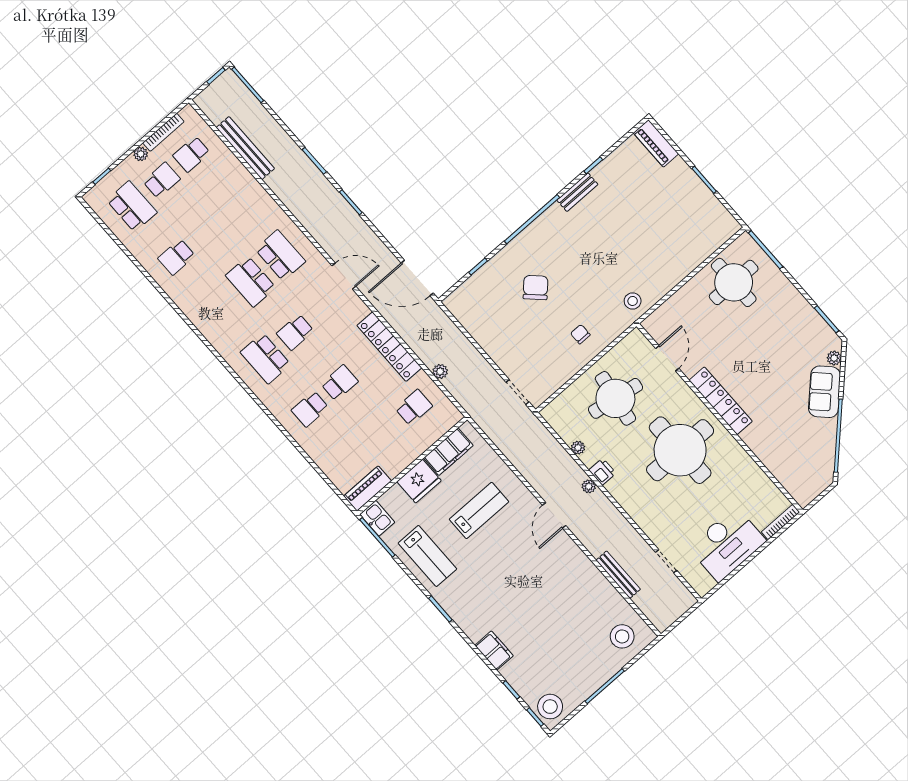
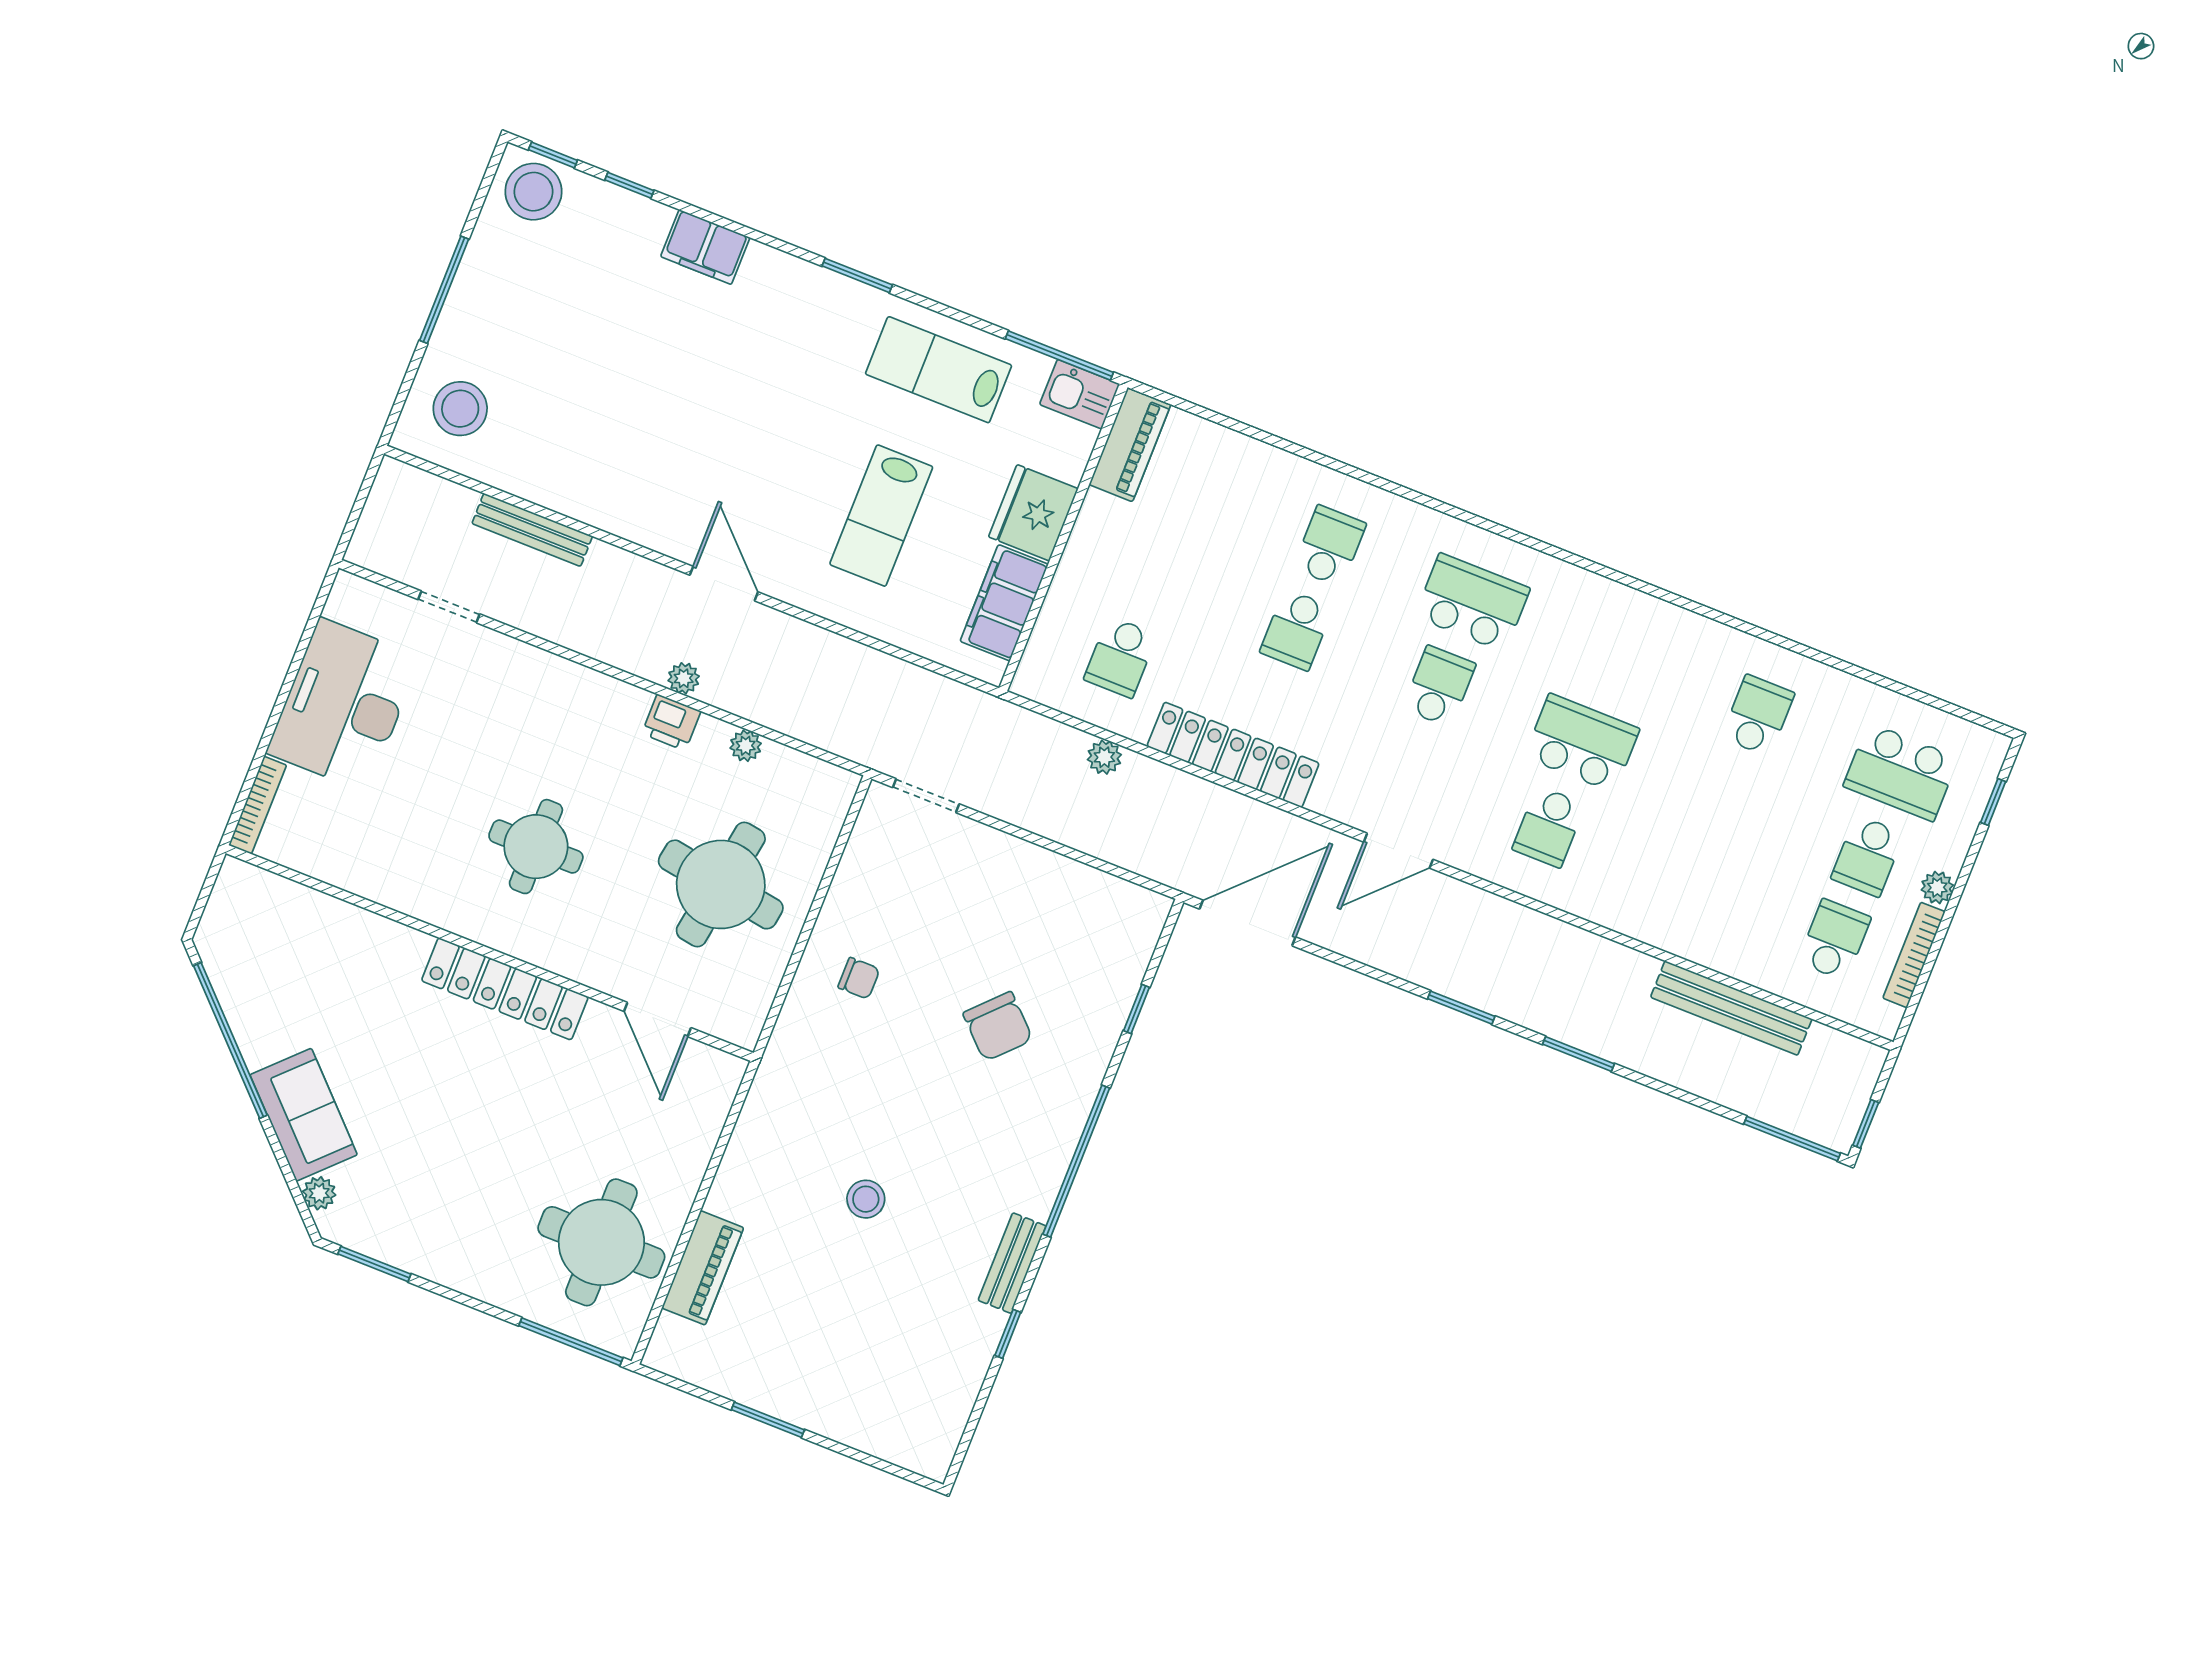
piano: (656, 143) -> (703, 1268), moved, turned 90
school desk: (280, 255) -> (1549, 827), width x0.54
stool: (633, 301) -> (866, 1199), moved
round table: (680, 450) -> (536, 847), width x0.54, depth x0.54

